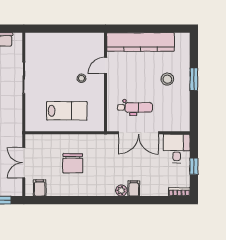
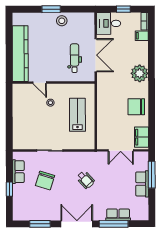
stool: (167, 79) -> (62, 21), moved
chair: (73, 163) -> (136, 107), moved, turned 180
filing cabinet: (40, 188) -> (141, 137), width x2.00
filing cabinet: (134, 188) -> (142, 36), moved
plant: (121, 191) -> (140, 73), width x1.88, depth x1.88

